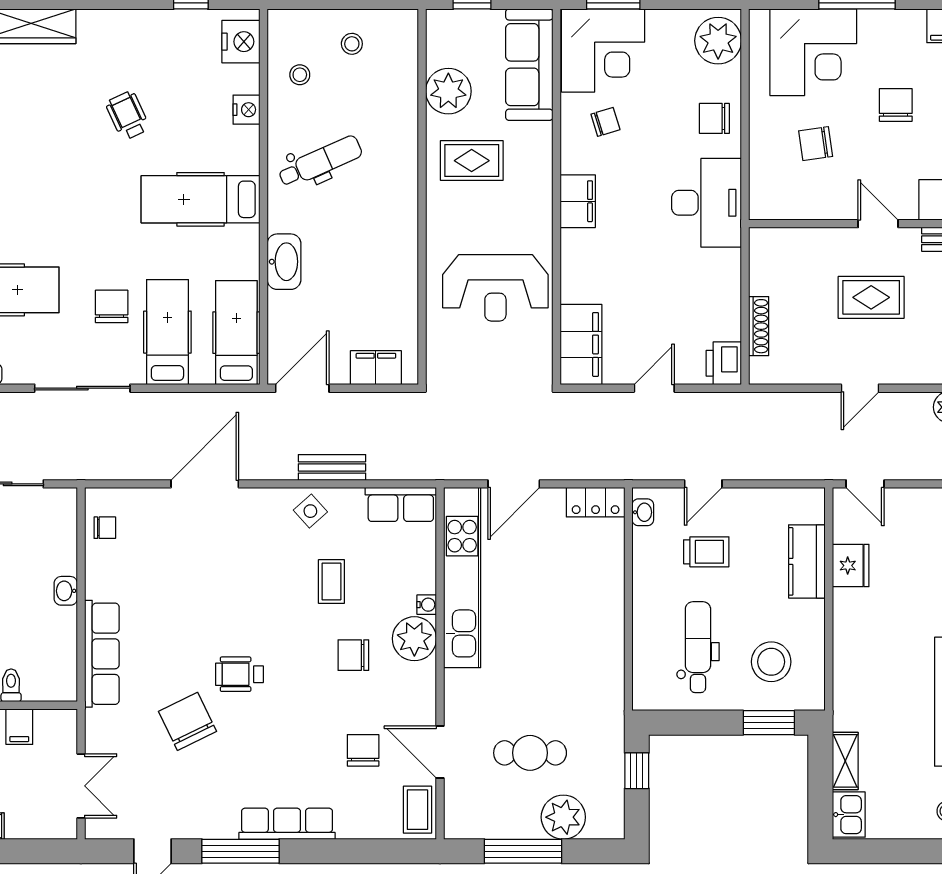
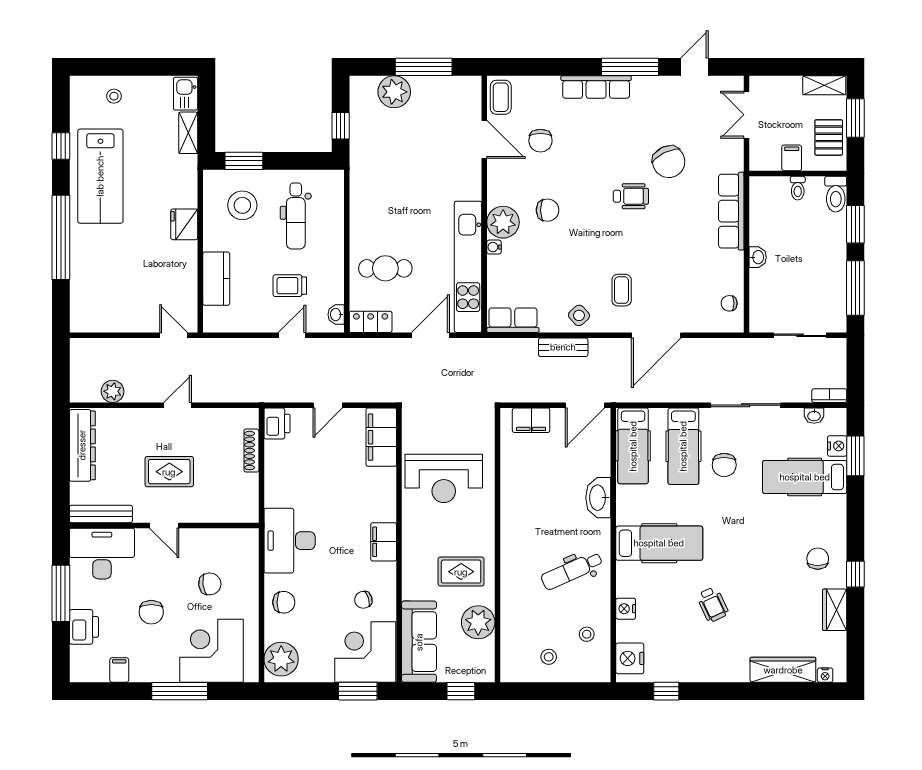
reception desk: (495, 288) -> (444, 478), turned 180
fridge: (851, 566) -> (184, 224), moved
coffee table: (331, 581) -> (622, 290), moved
cafe table: (530, 753) -> (385, 268), moved

